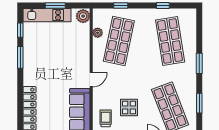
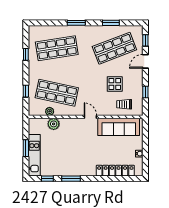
plant: (83, 16) -> (54, 124), moved

